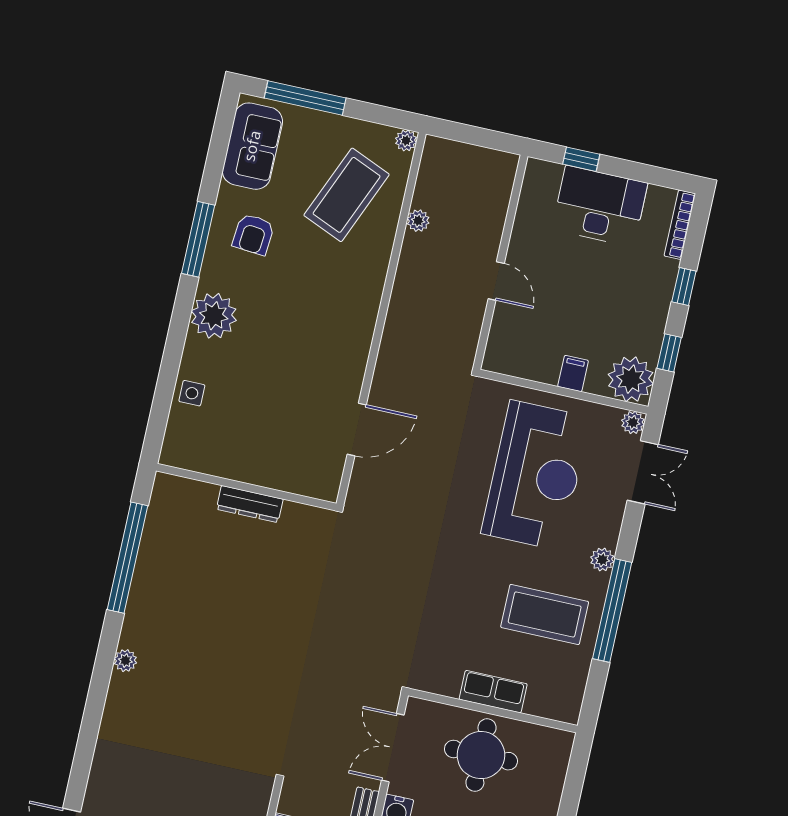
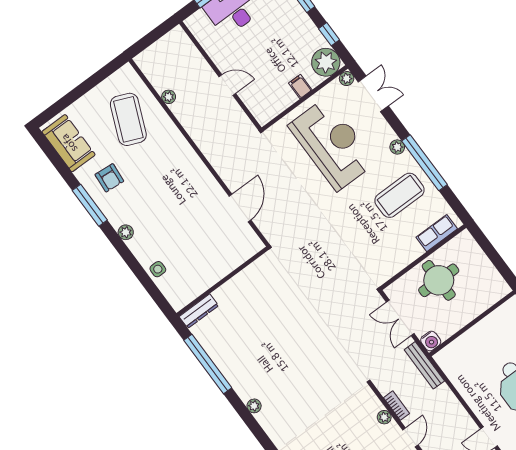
window: (305, 98) -> (67, 100), removed
plant: (406, 140) -> (127, 70), removed
plant: (214, 316) -> (126, 232), width x0.53, depth x0.53
dresser: (250, 504) -> (199, 311), moved
row of seats: (493, 692) -> (437, 233), moved

